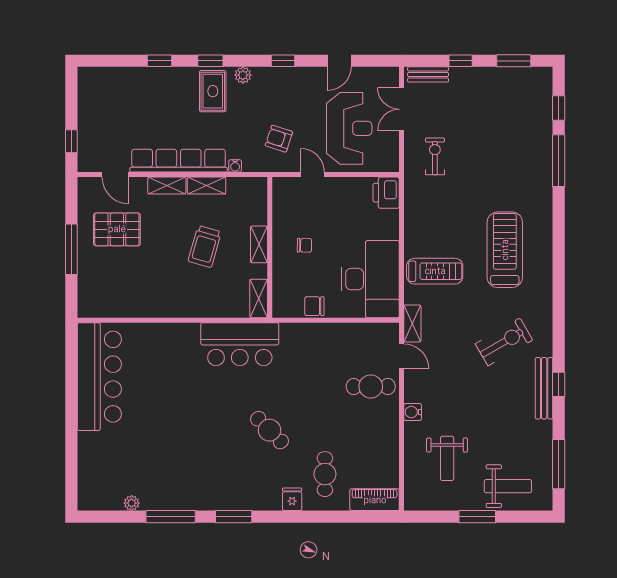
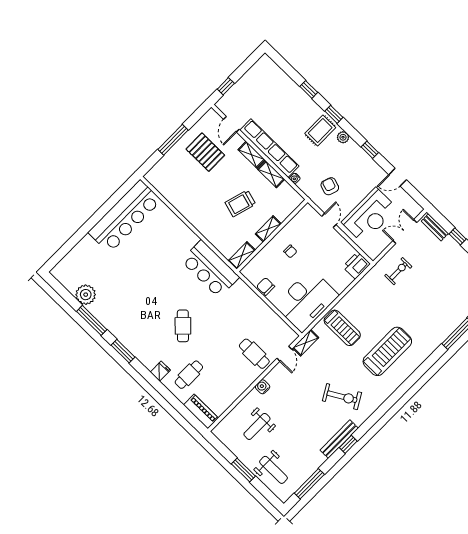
plant: (132, 503) -> (86, 295), width x1.87, depth x1.87

